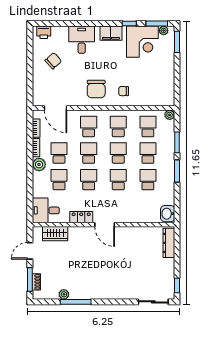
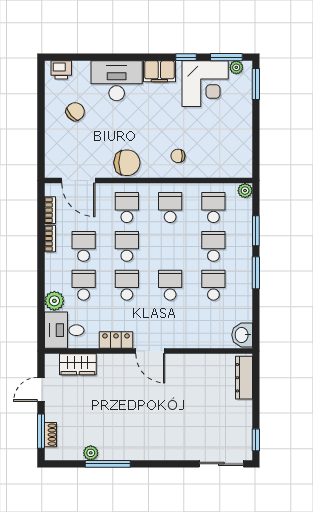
desk: (82, 40) -> (117, 81), width x1.37
chair: (96, 89) -> (127, 163), moved, turned -90
school desk: (118, 153) -> (170, 246), removed
plant: (39, 165) -> (54, 301), moved

